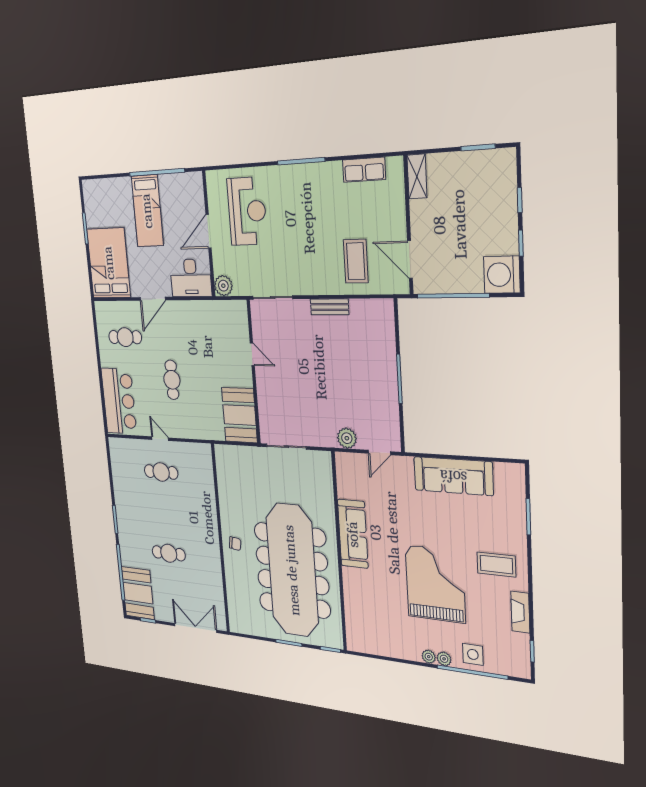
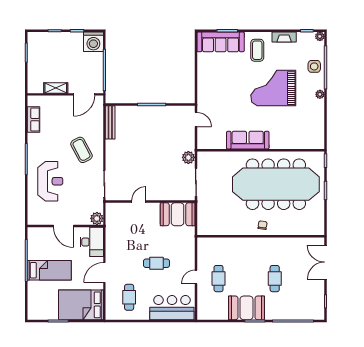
shelving: (417, 176) -> (56, 88), moved
reception desk: (247, 211) -> (50, 181), moved, turned 90
coffee table: (356, 261) -> (81, 150), moved, turned 62
door: (153, 299) -> (104, 272), swing flipped
bench: (330, 307) -> (110, 122), moved, width x1.36
plant: (347, 438) -> (188, 157), moved
sofa: (453, 476) -> (221, 42), moved, turned 90
booth: (138, 593) -> (246, 308), moved
plant: (444, 659) -> (320, 36), moved

